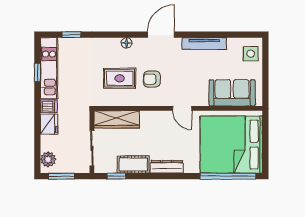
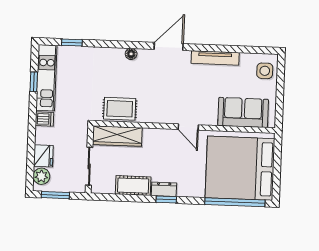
rug: (120, 78) -> (120, 109), moved
armchair: (152, 79) -> (157, 94), removed
fridge: (49, 124) -> (43, 156), moved
dresser: (167, 167) -> (164, 189), width x0.70
window: (116, 176) -> (166, 199), moved

